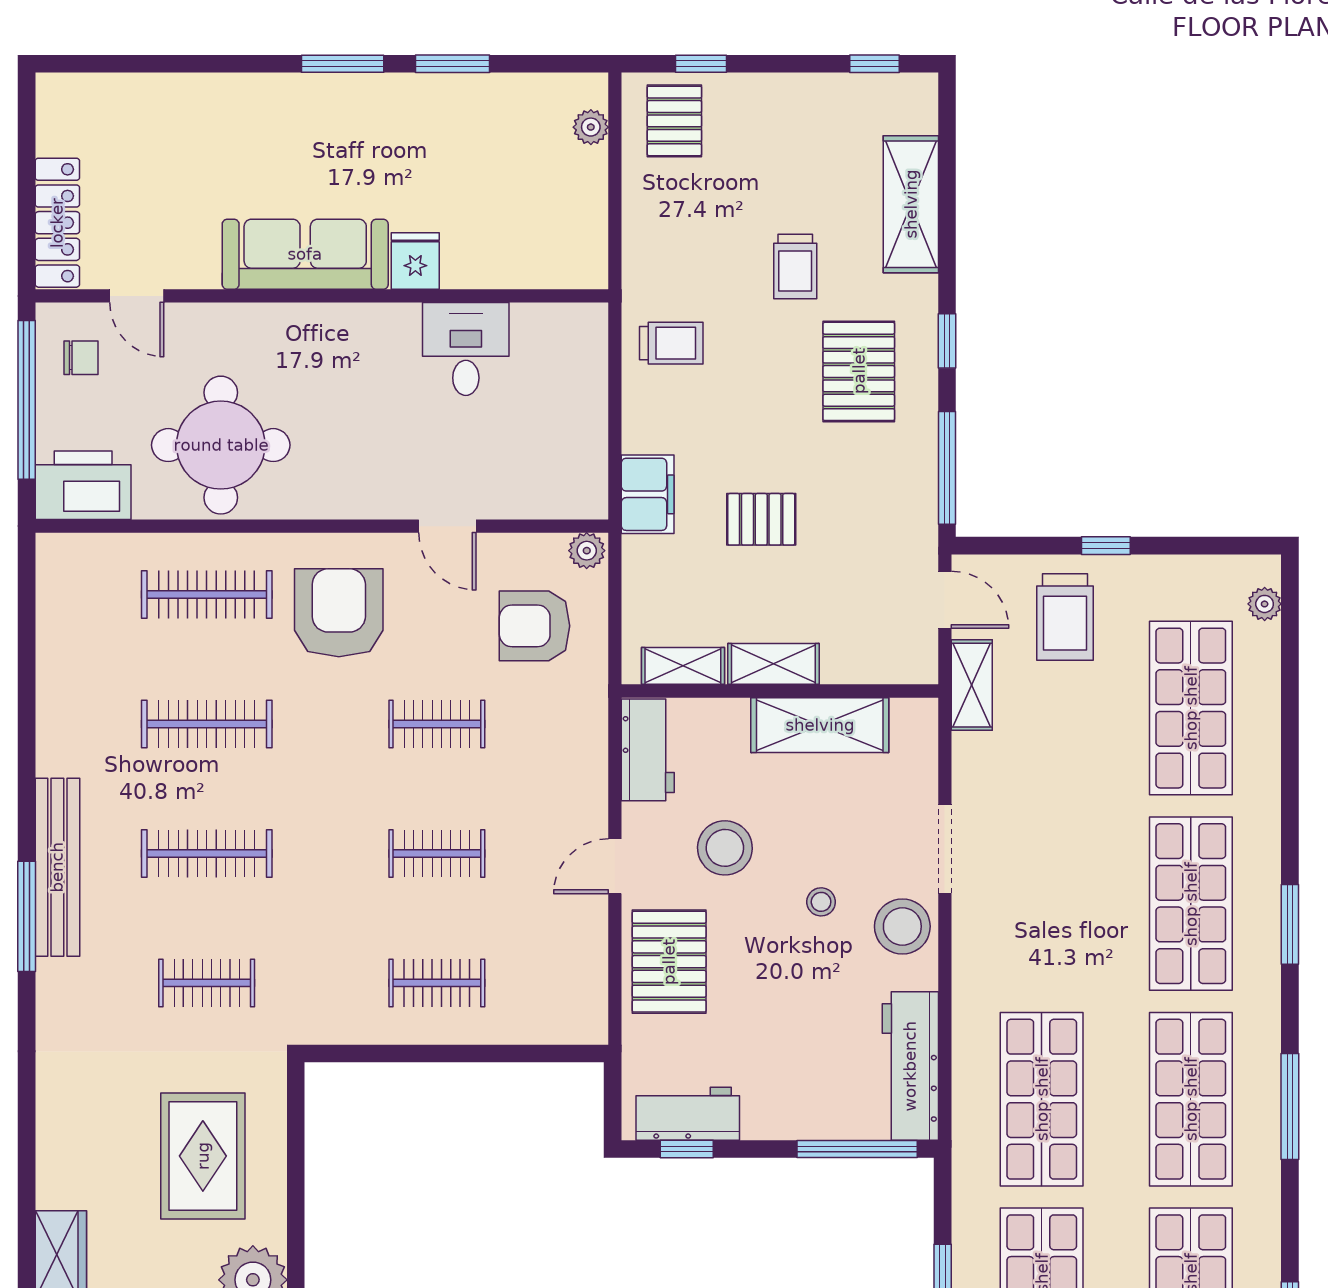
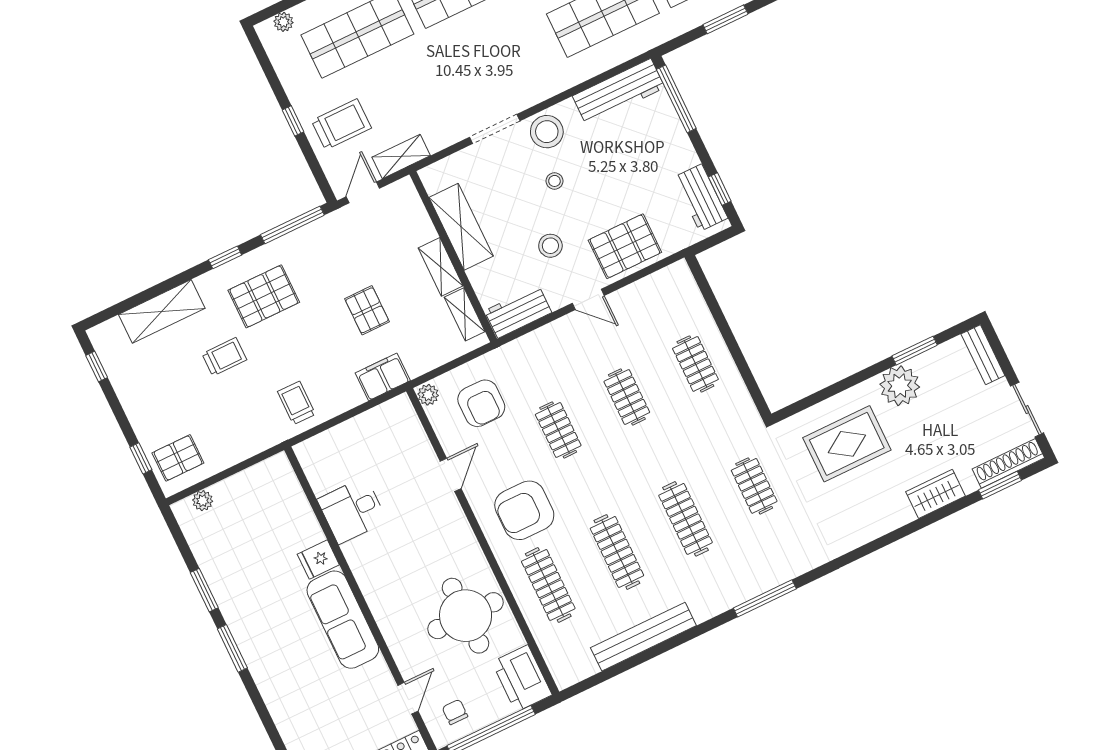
stool: (725, 848) -> (550, 246), width x0.73, depth x0.73
bench: (57, 867) -> (643, 637), moved

